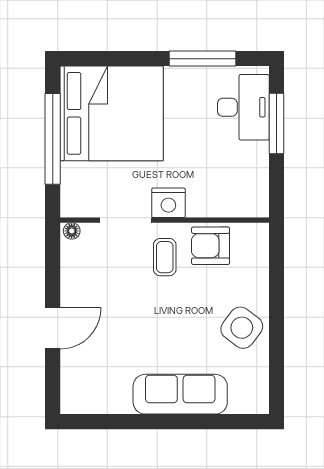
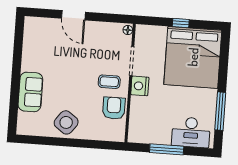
window: (276, 123) -> (167, 149), moved
window: (53, 139) -> (181, 23), width x0.32
sofa: (180, 394) -> (30, 92), width x0.73

